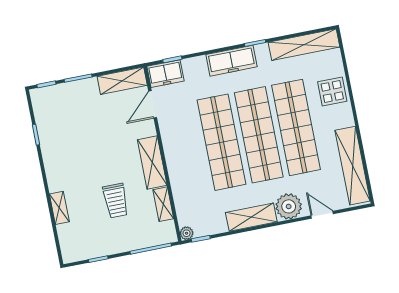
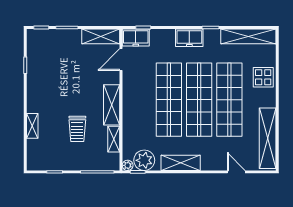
freezer: (231, 61) -> (189, 38), width x0.71
plant: (289, 206) -> (144, 160), moved

